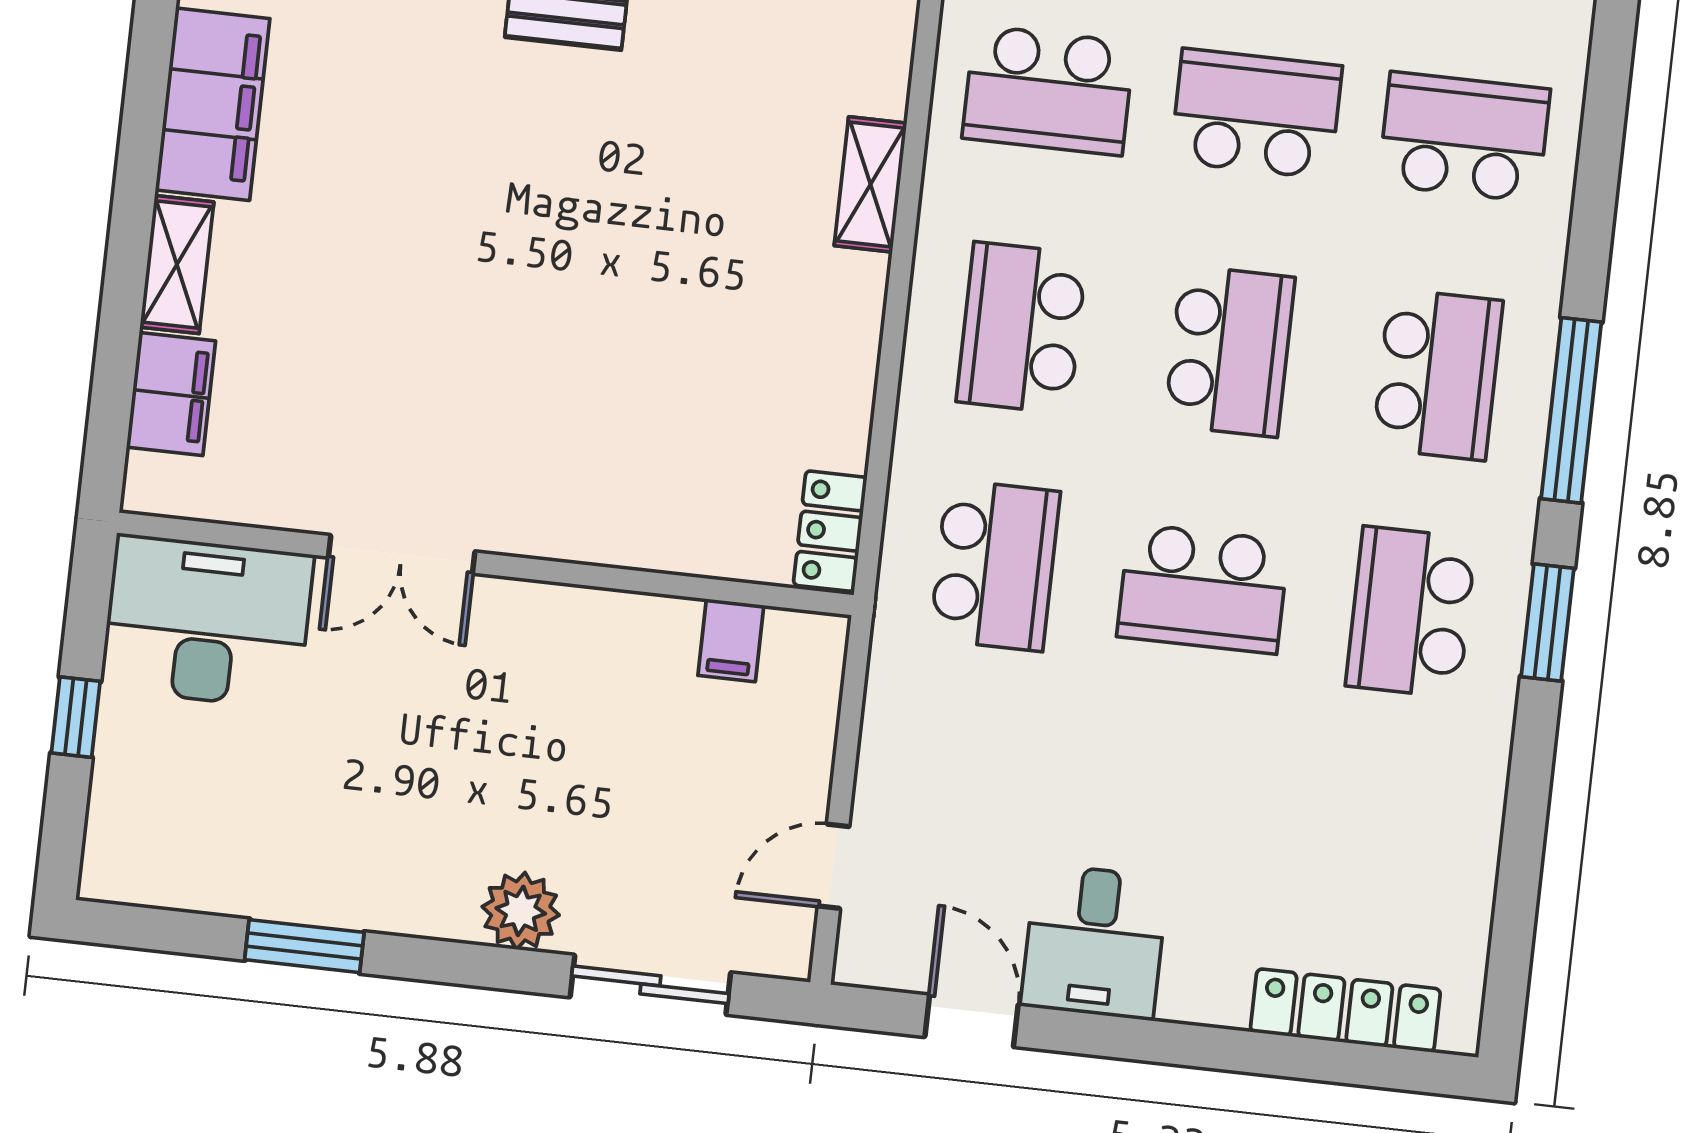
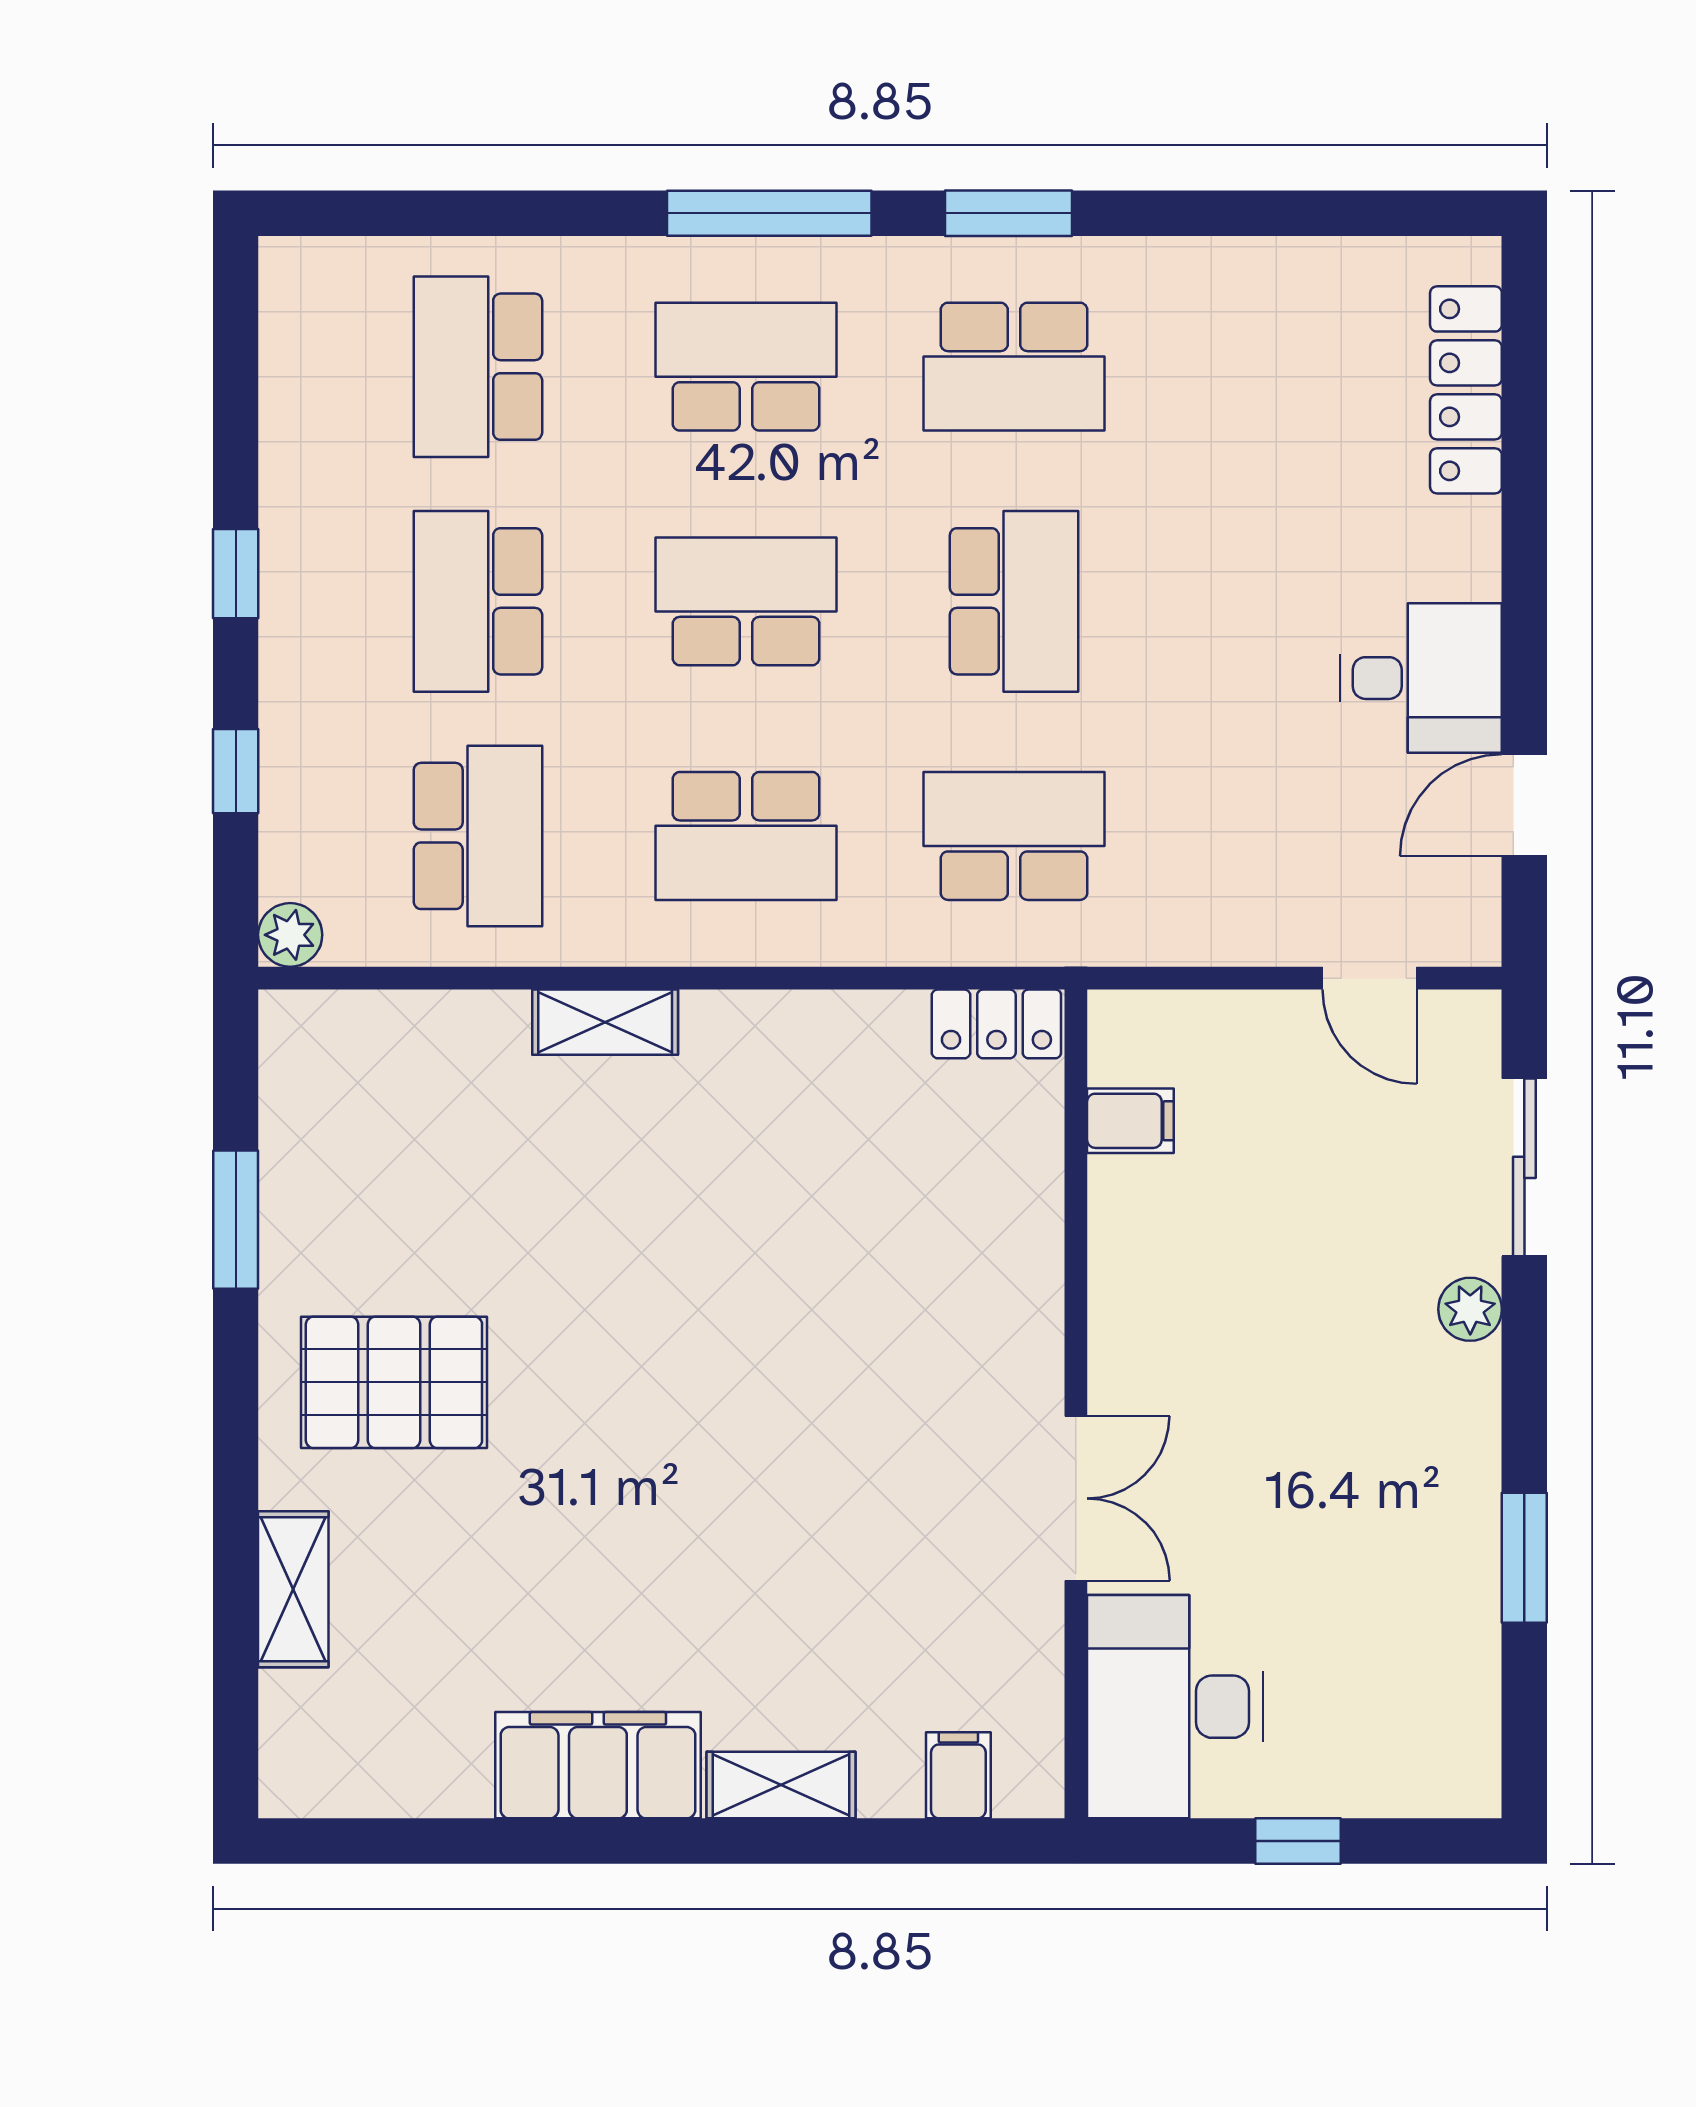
filing cabinet: (171, 394) -> (958, 1775), width x0.50
plant: (521, 911) -> (1470, 1309), width x0.73, depth x0.73

